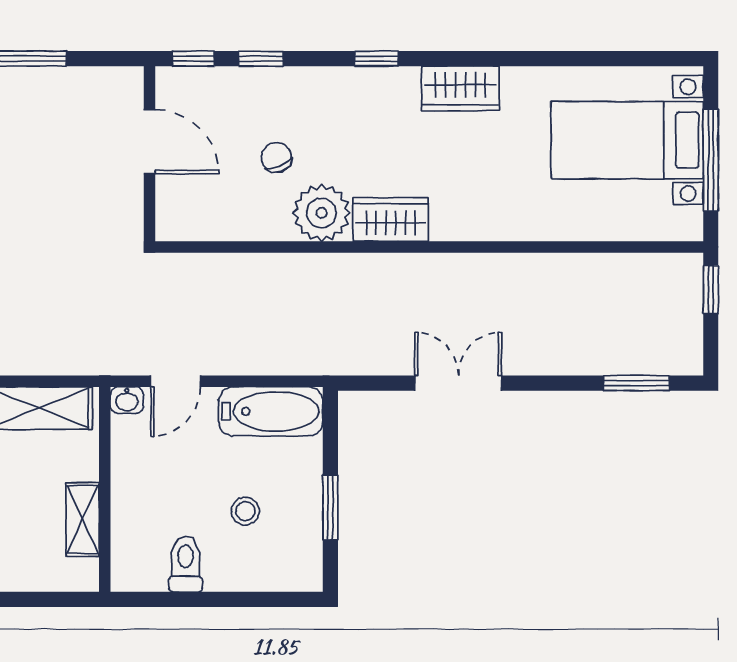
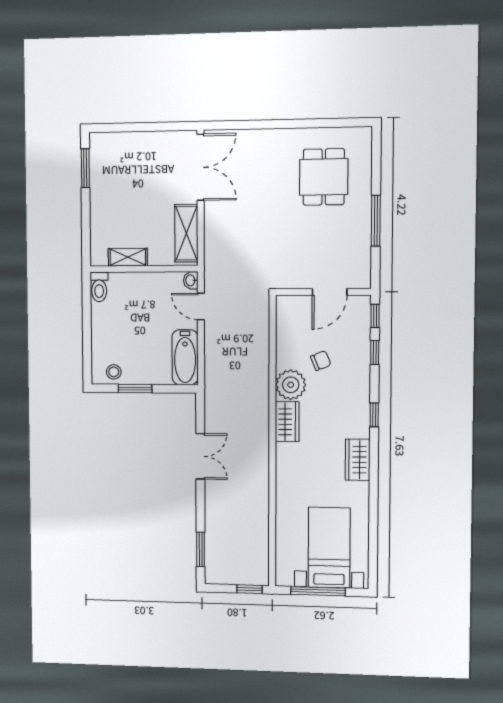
stool: (245, 511) -> (114, 372), moved
toilet: (186, 564) -> (99, 287), moved, turned 90

